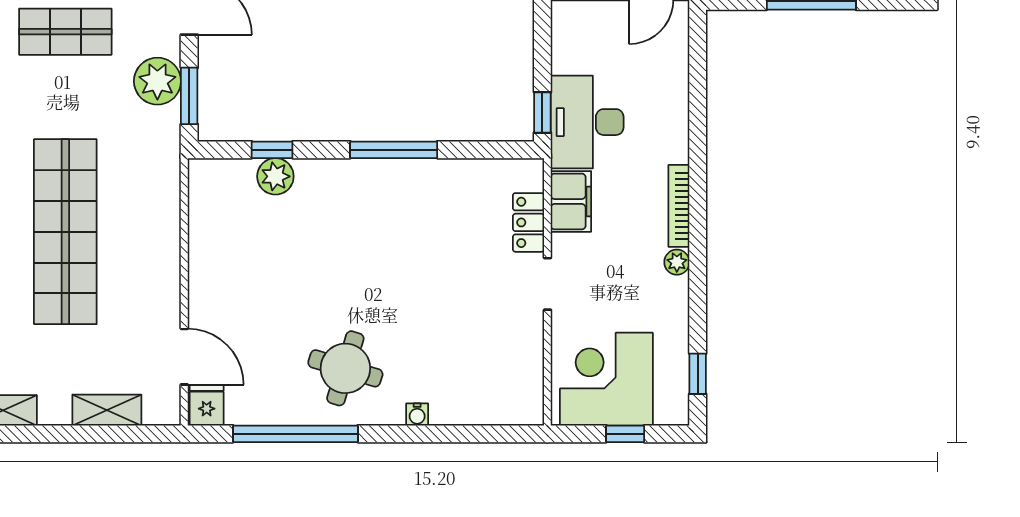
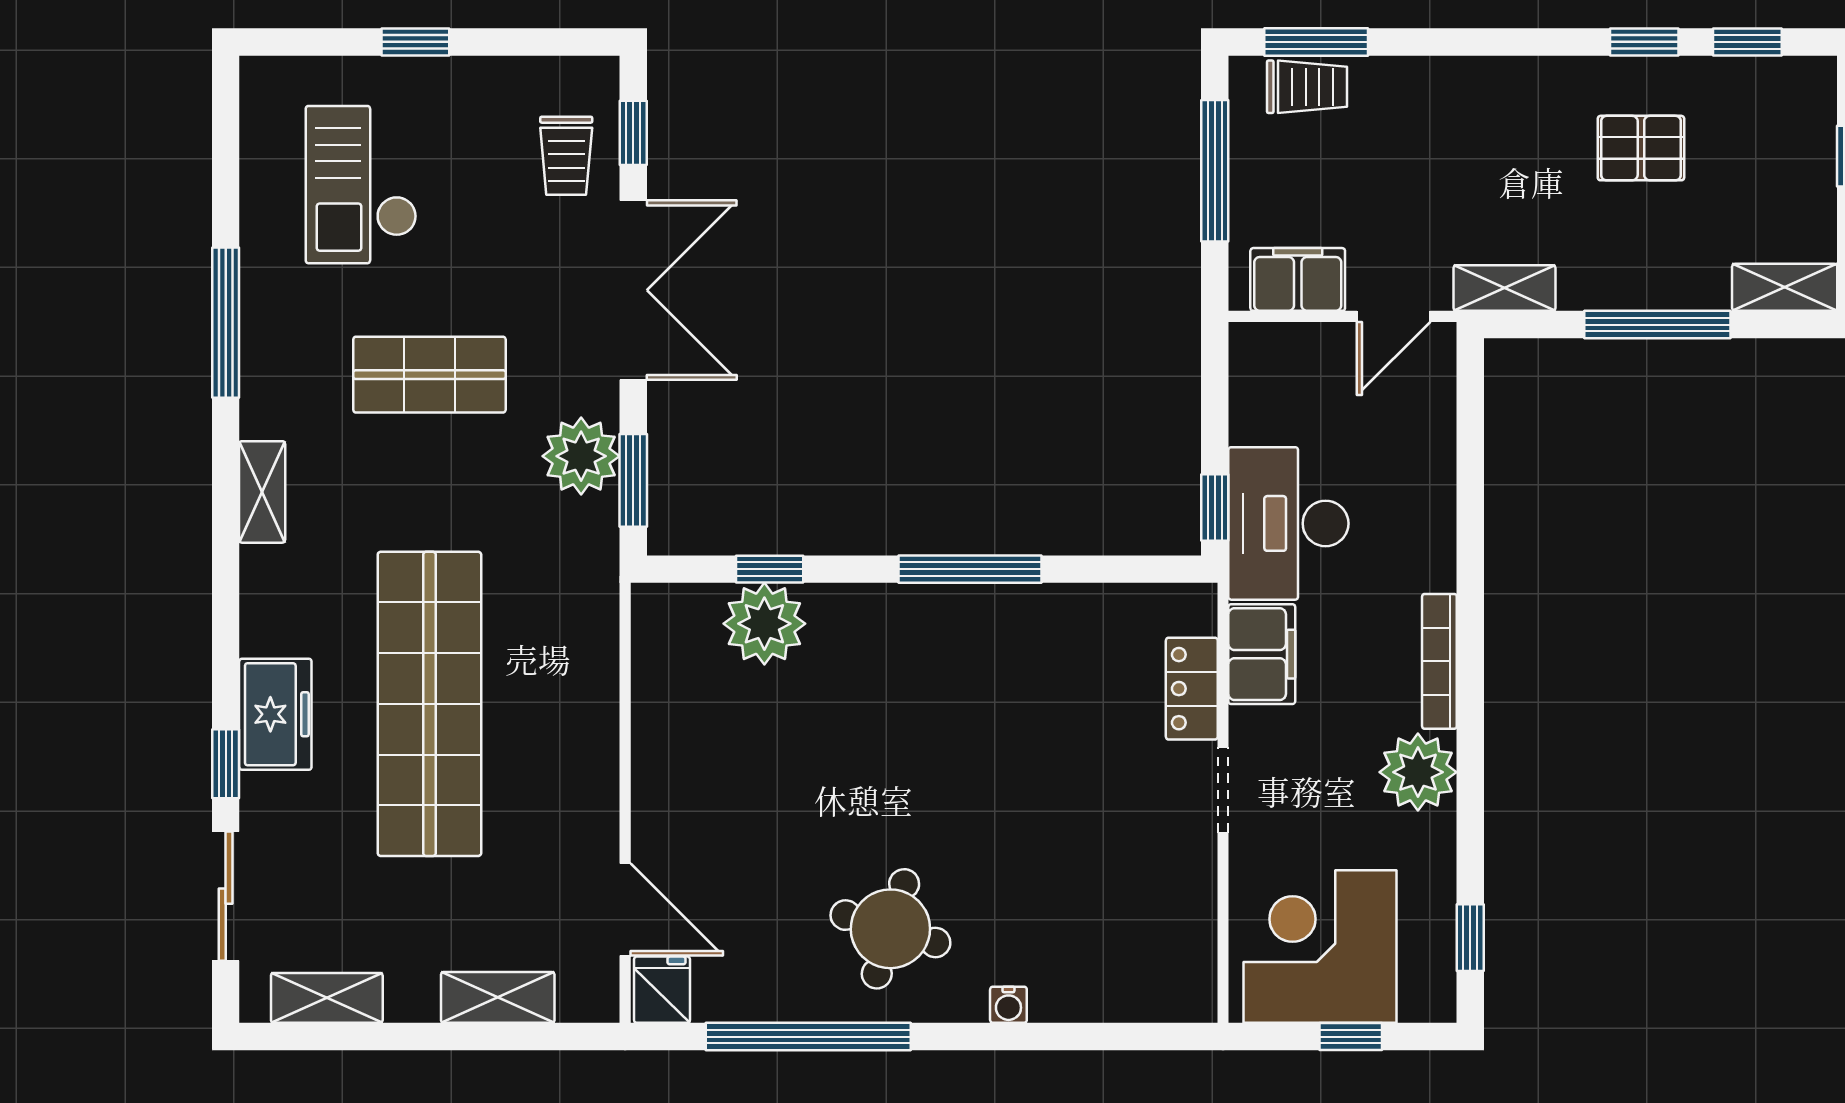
plant: (275, 176) -> (764, 624), width x1.36, depth x1.36
plant: (677, 262) -> (1418, 772), width x1.88, depth x1.88

